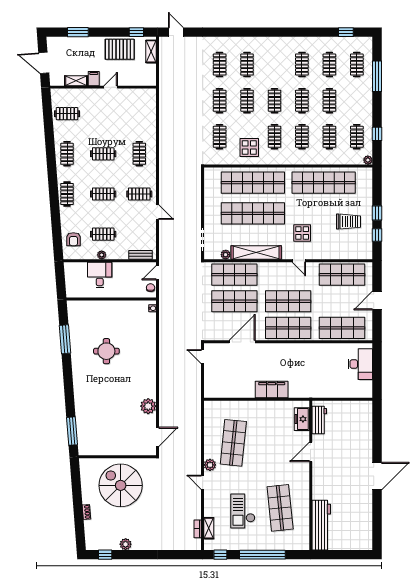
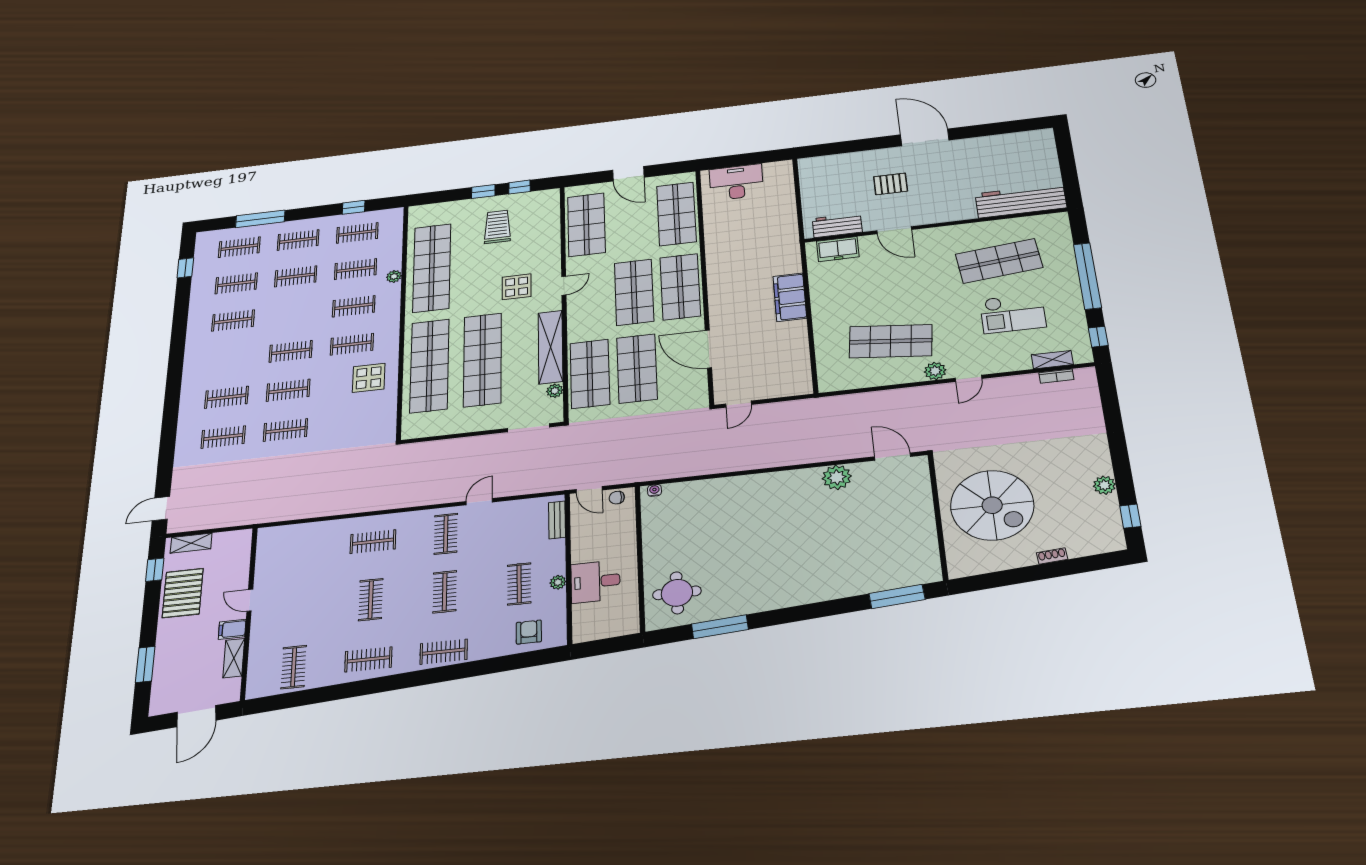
clothes rail: (302, 101) -> (298, 240), moved
clothes rail: (220, 137) -> (348, 423), removed
plant: (368, 160) -> (394, 276), moved
armchair: (73, 239) -> (529, 632), turned -90
round table: (106, 351) -> (677, 593), moved
pallet: (345, 453) -> (891, 184), added
spiral stairs: (121, 485) -> (992, 505), turned -90

